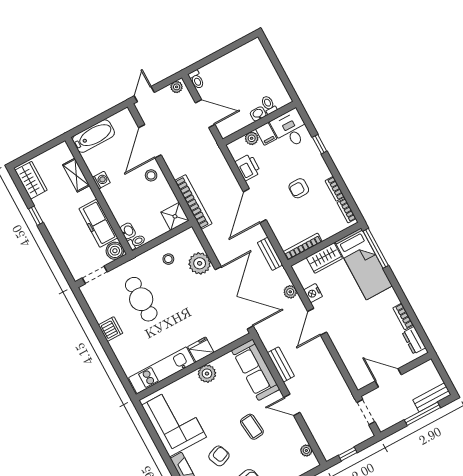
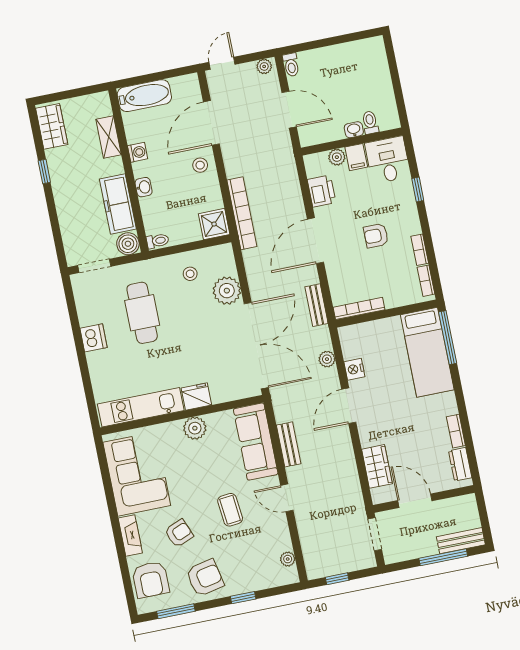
washbasin: (128, 231) -> (144, 187), moved
wardrobe: (324, 258) -> (377, 466), moved, turned -90

